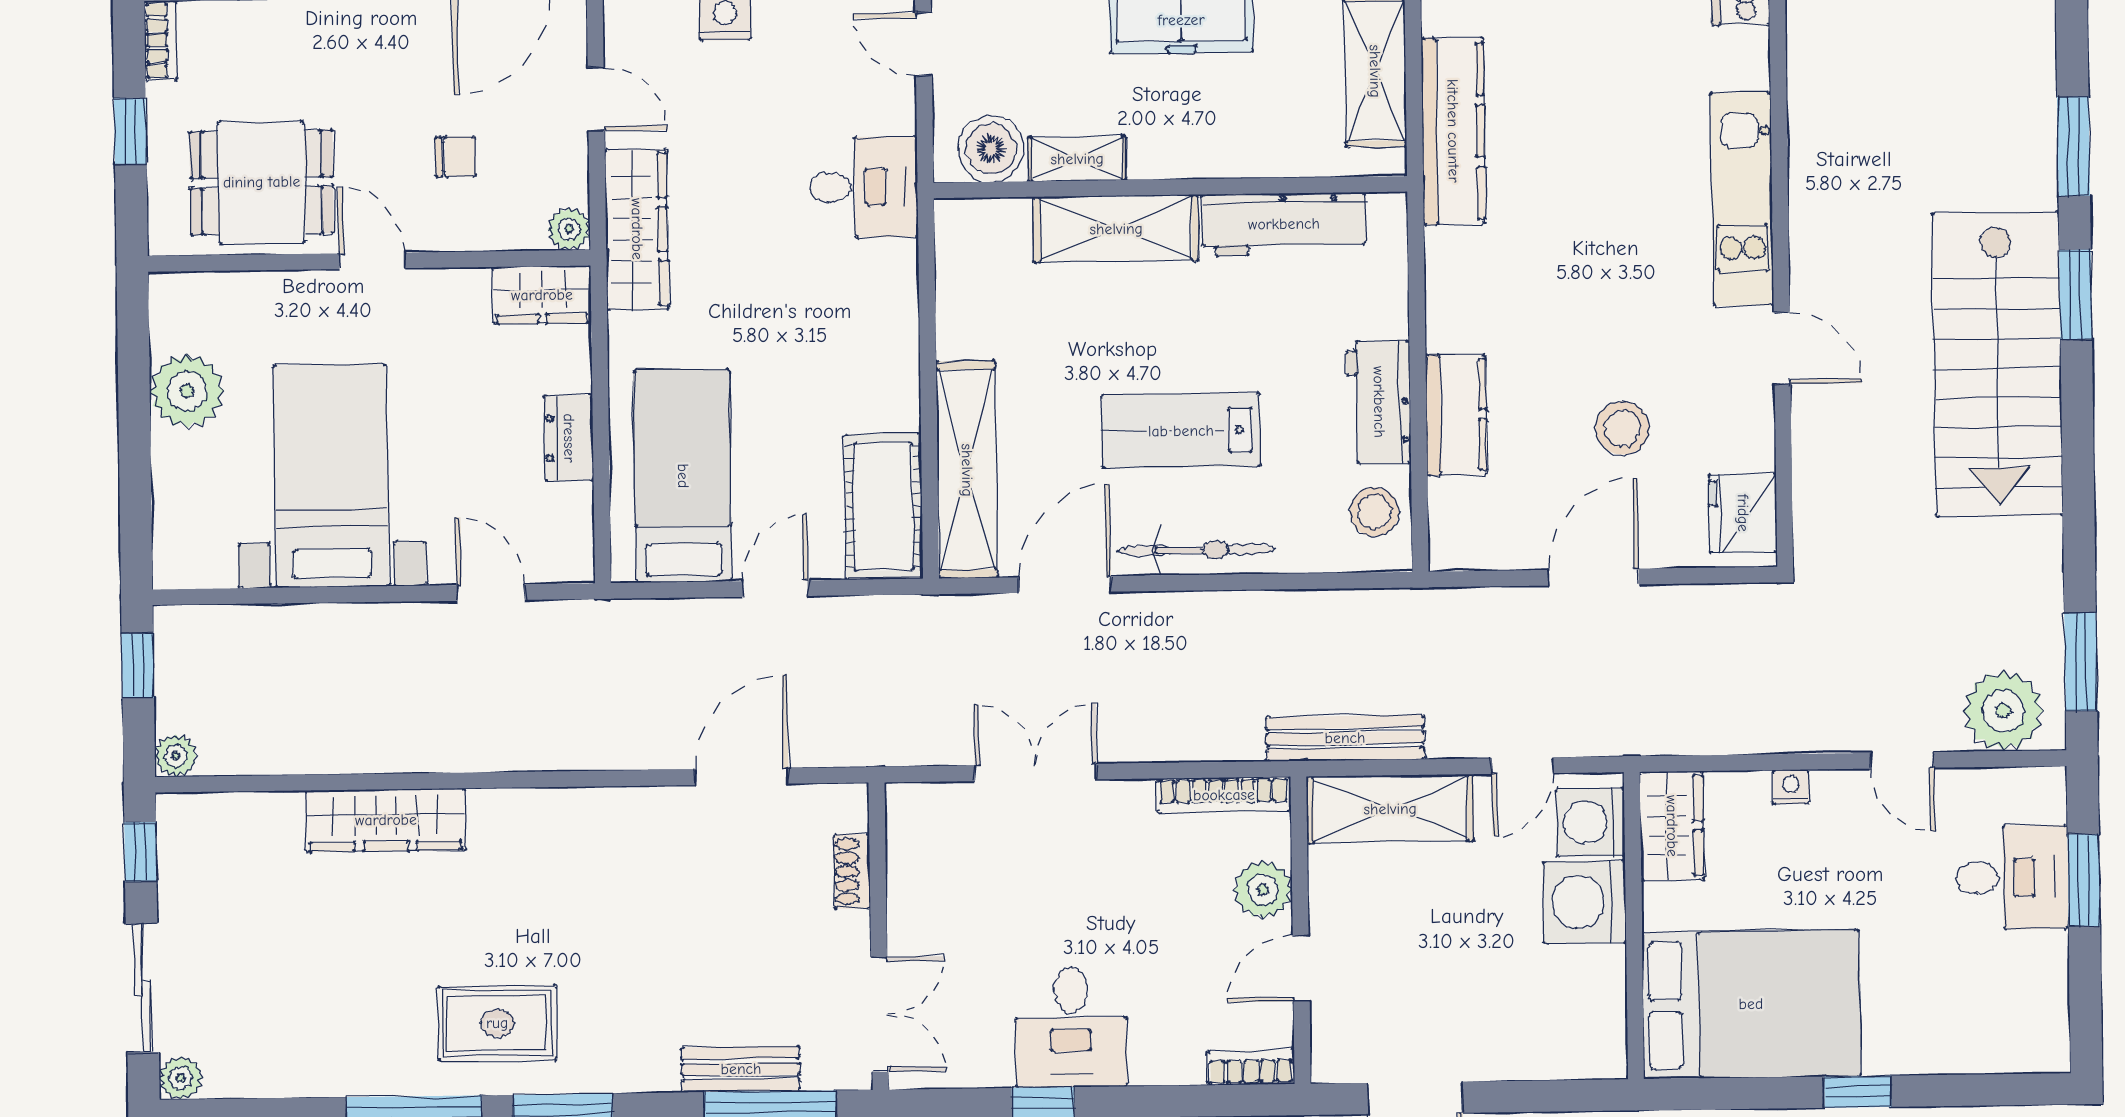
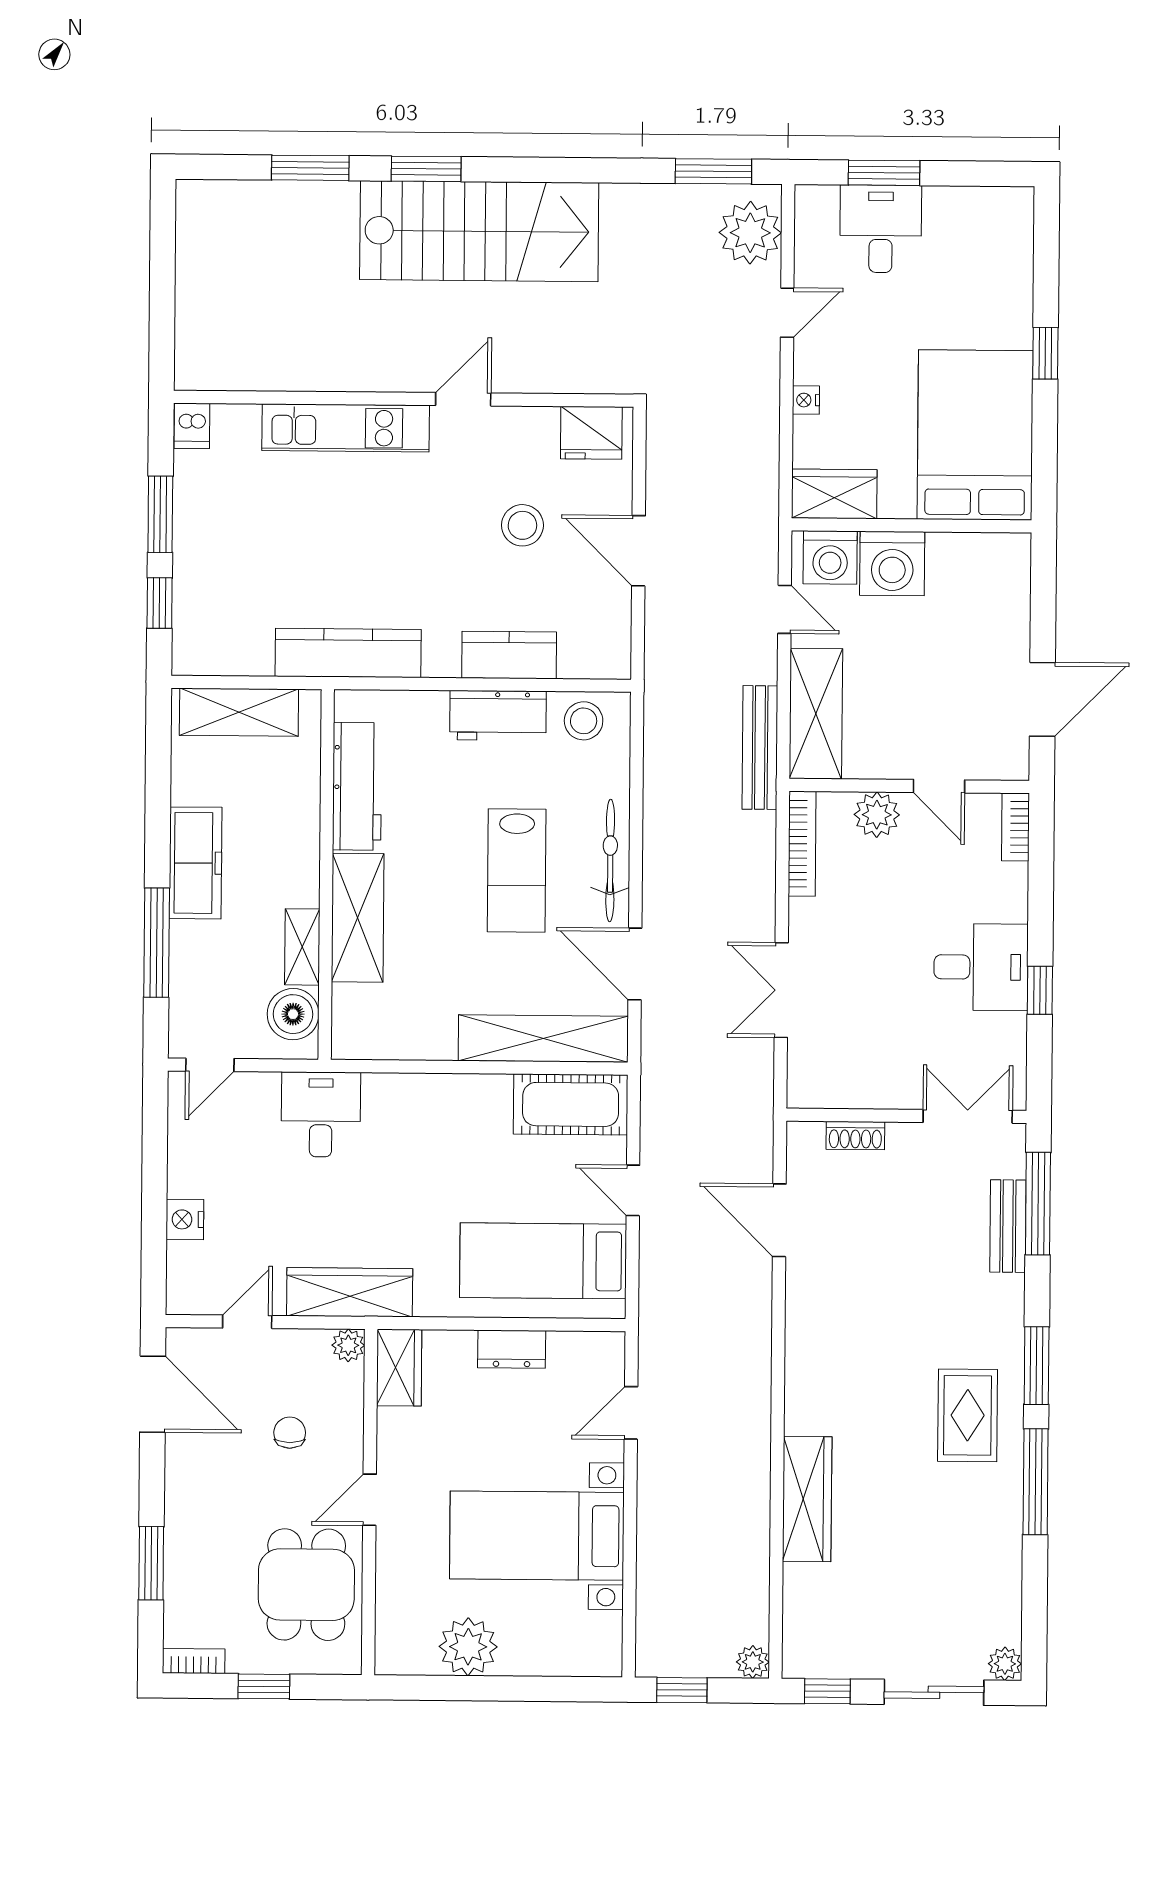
kitchen counter: (1453, 131) -> (348, 653), moved

